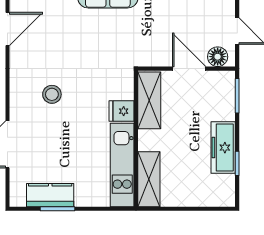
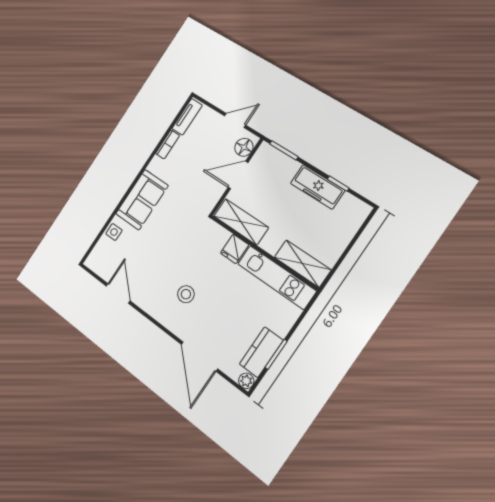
plant: (17, 199) -> (246, 381), added

